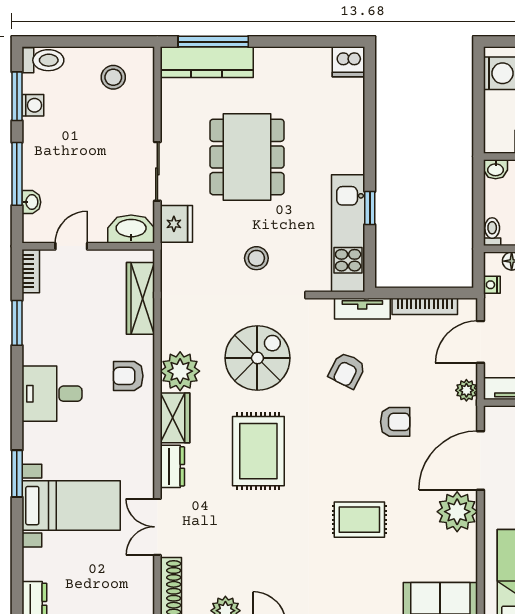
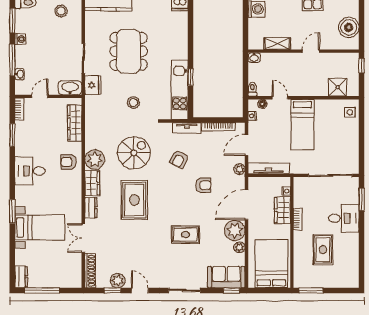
washing machine: (33, 105) -> (20, 39), moved
plant: (466, 545) -> (239, 247), added

